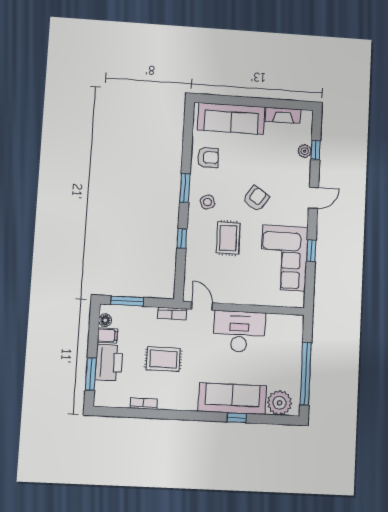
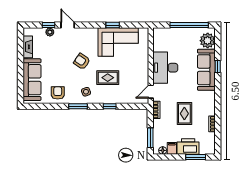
door: (314, 198) -> (68, 25), moved

